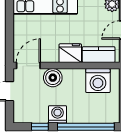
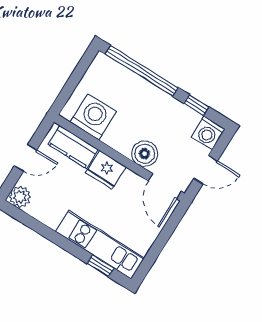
door: (28, 66) -> (165, 186), hinge flipped
washing machine: (58, 114) -> (208, 133), moved

